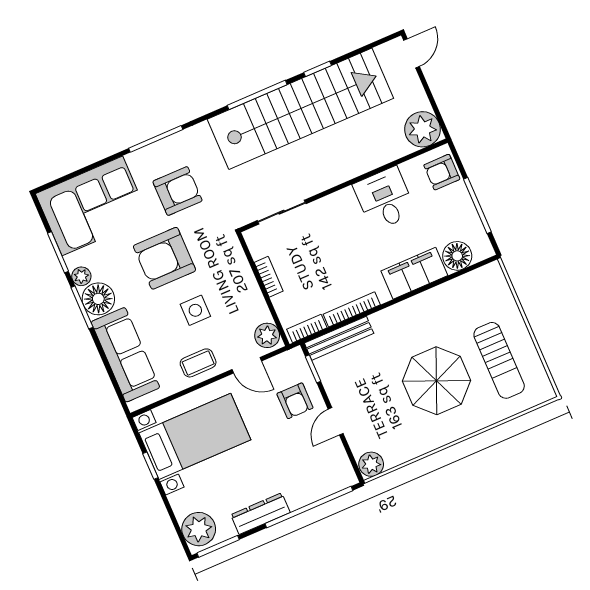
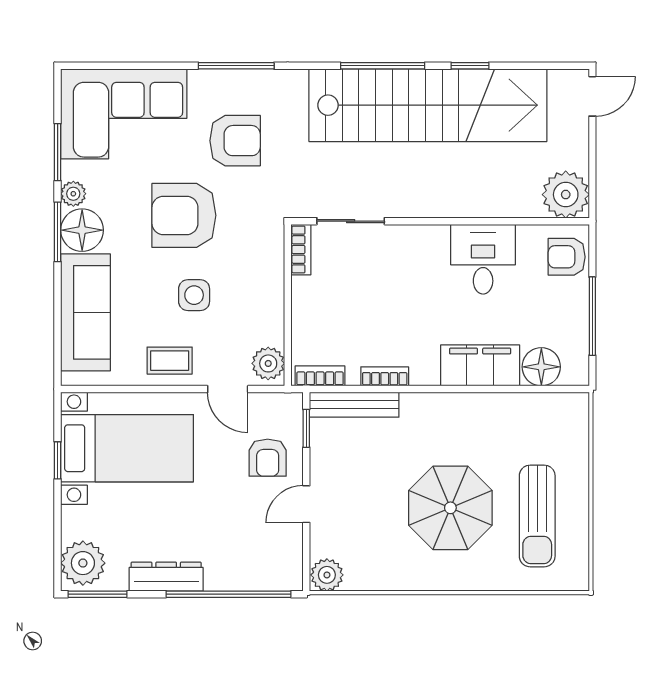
bookcase: (269, 277) -> (301, 250), moved
bookcase: (352, 309) -> (385, 376), width x0.64

